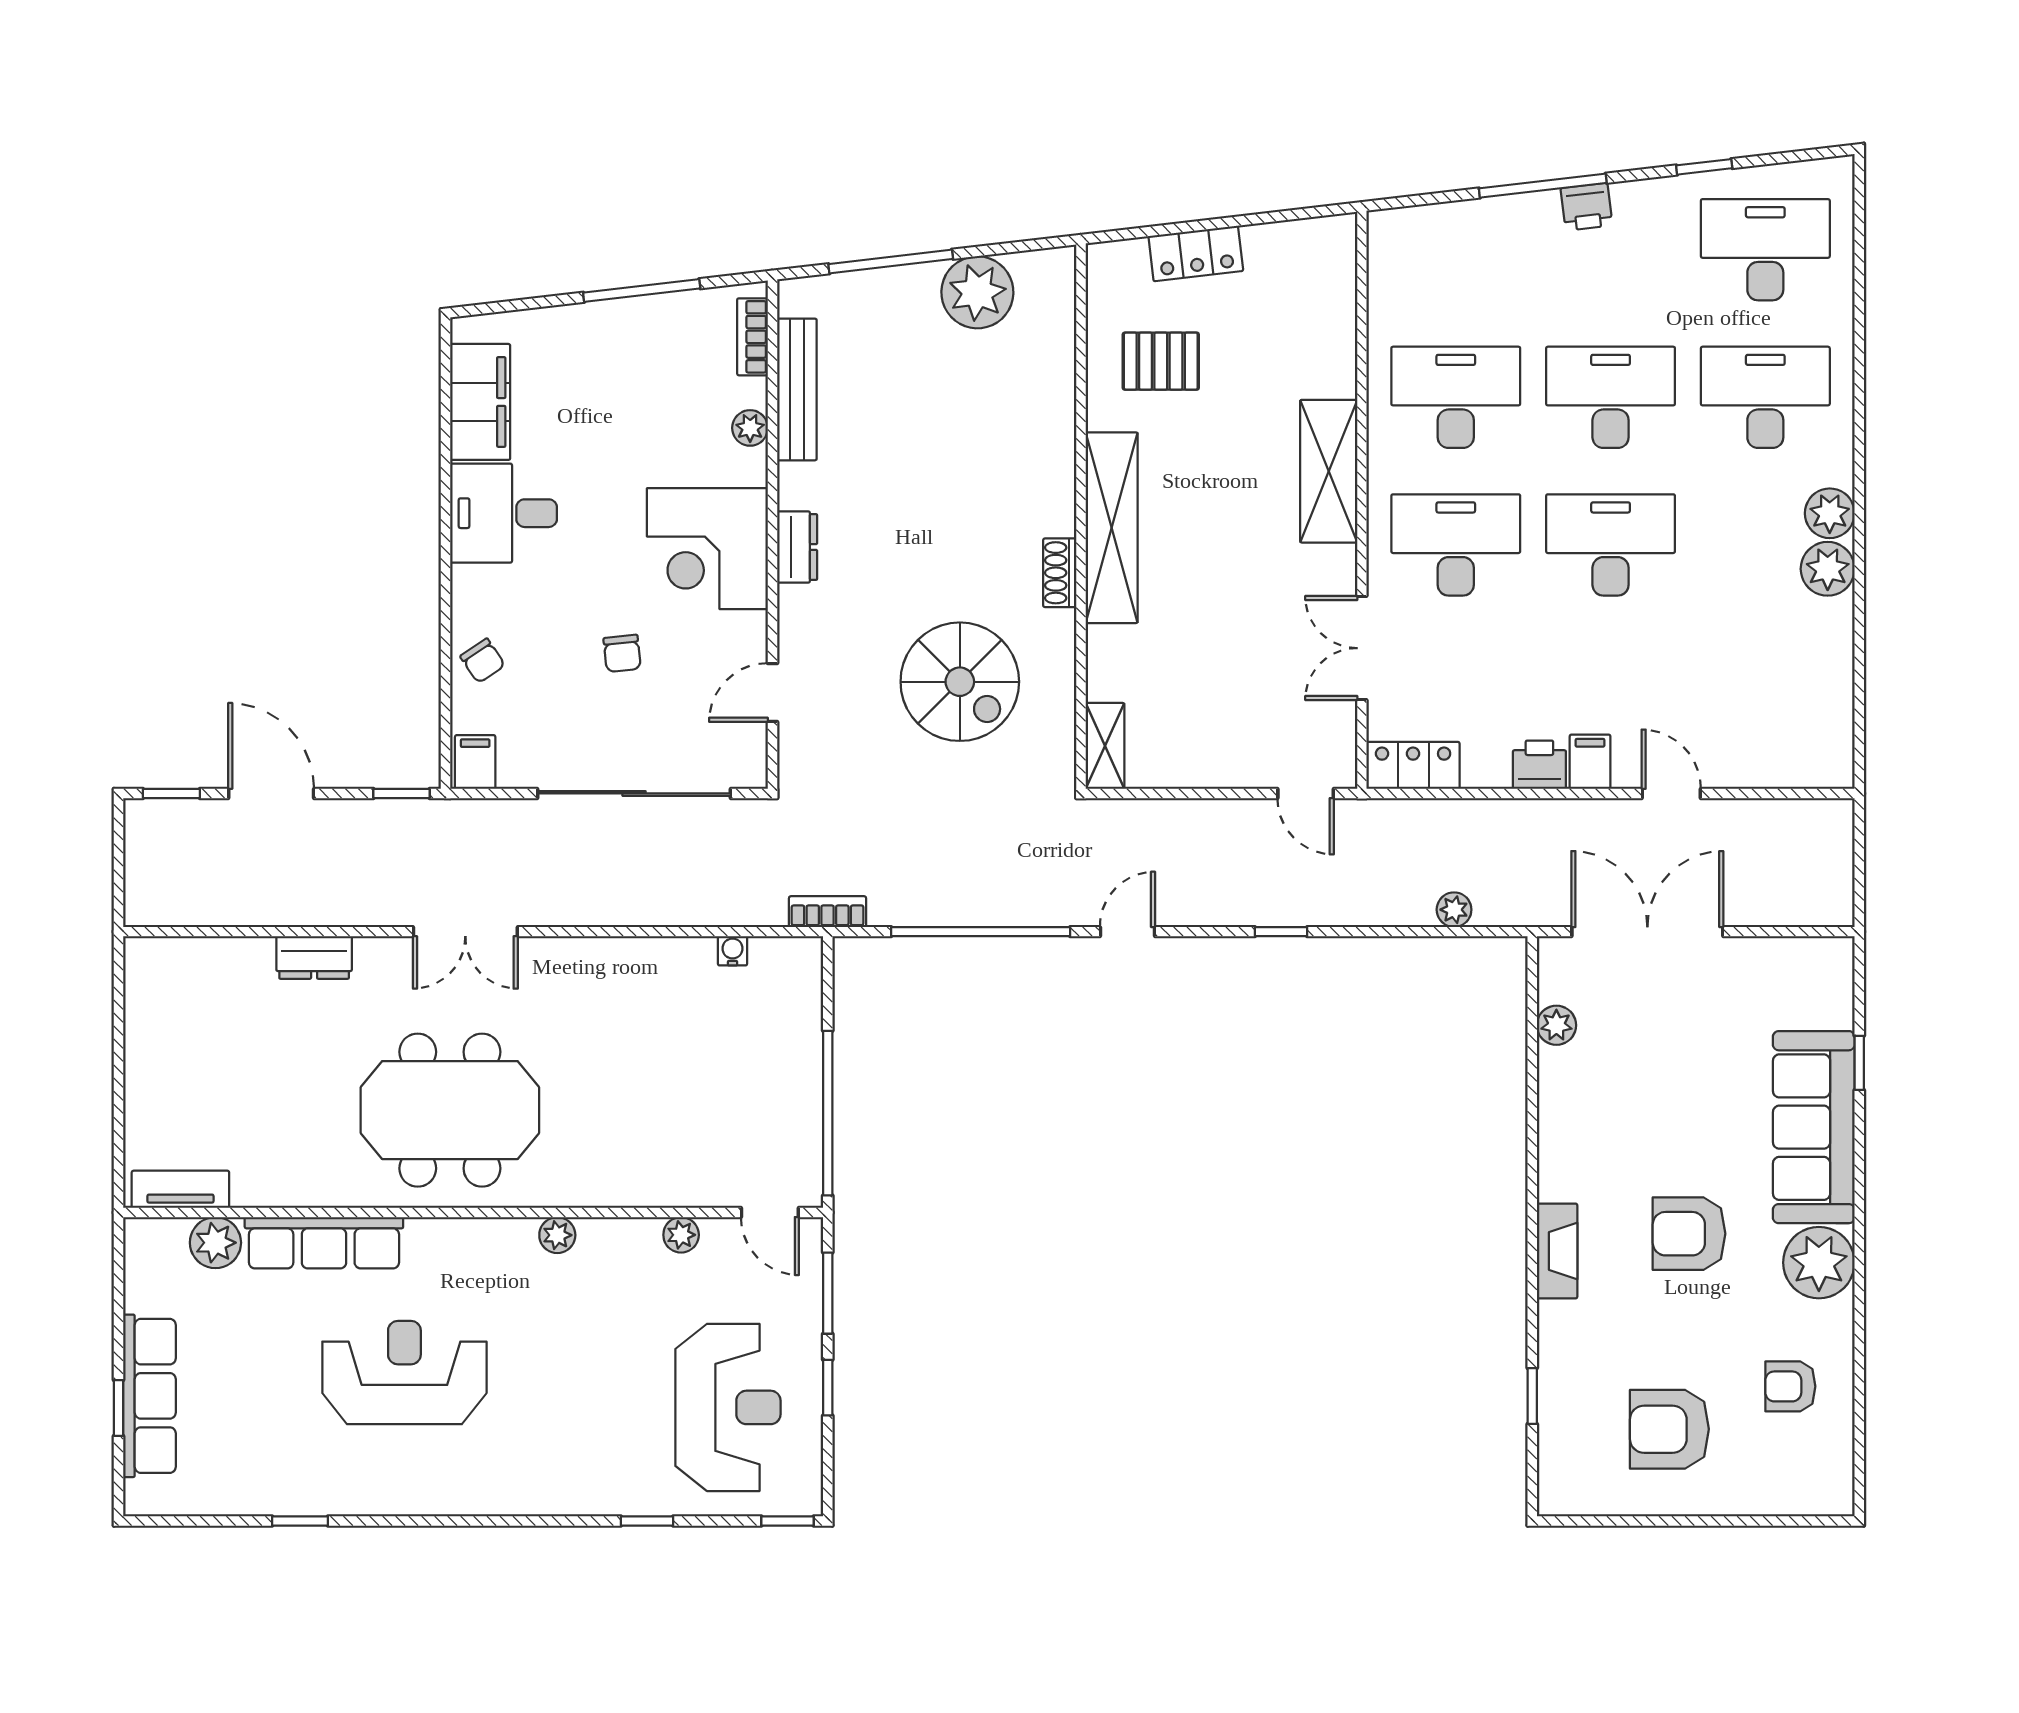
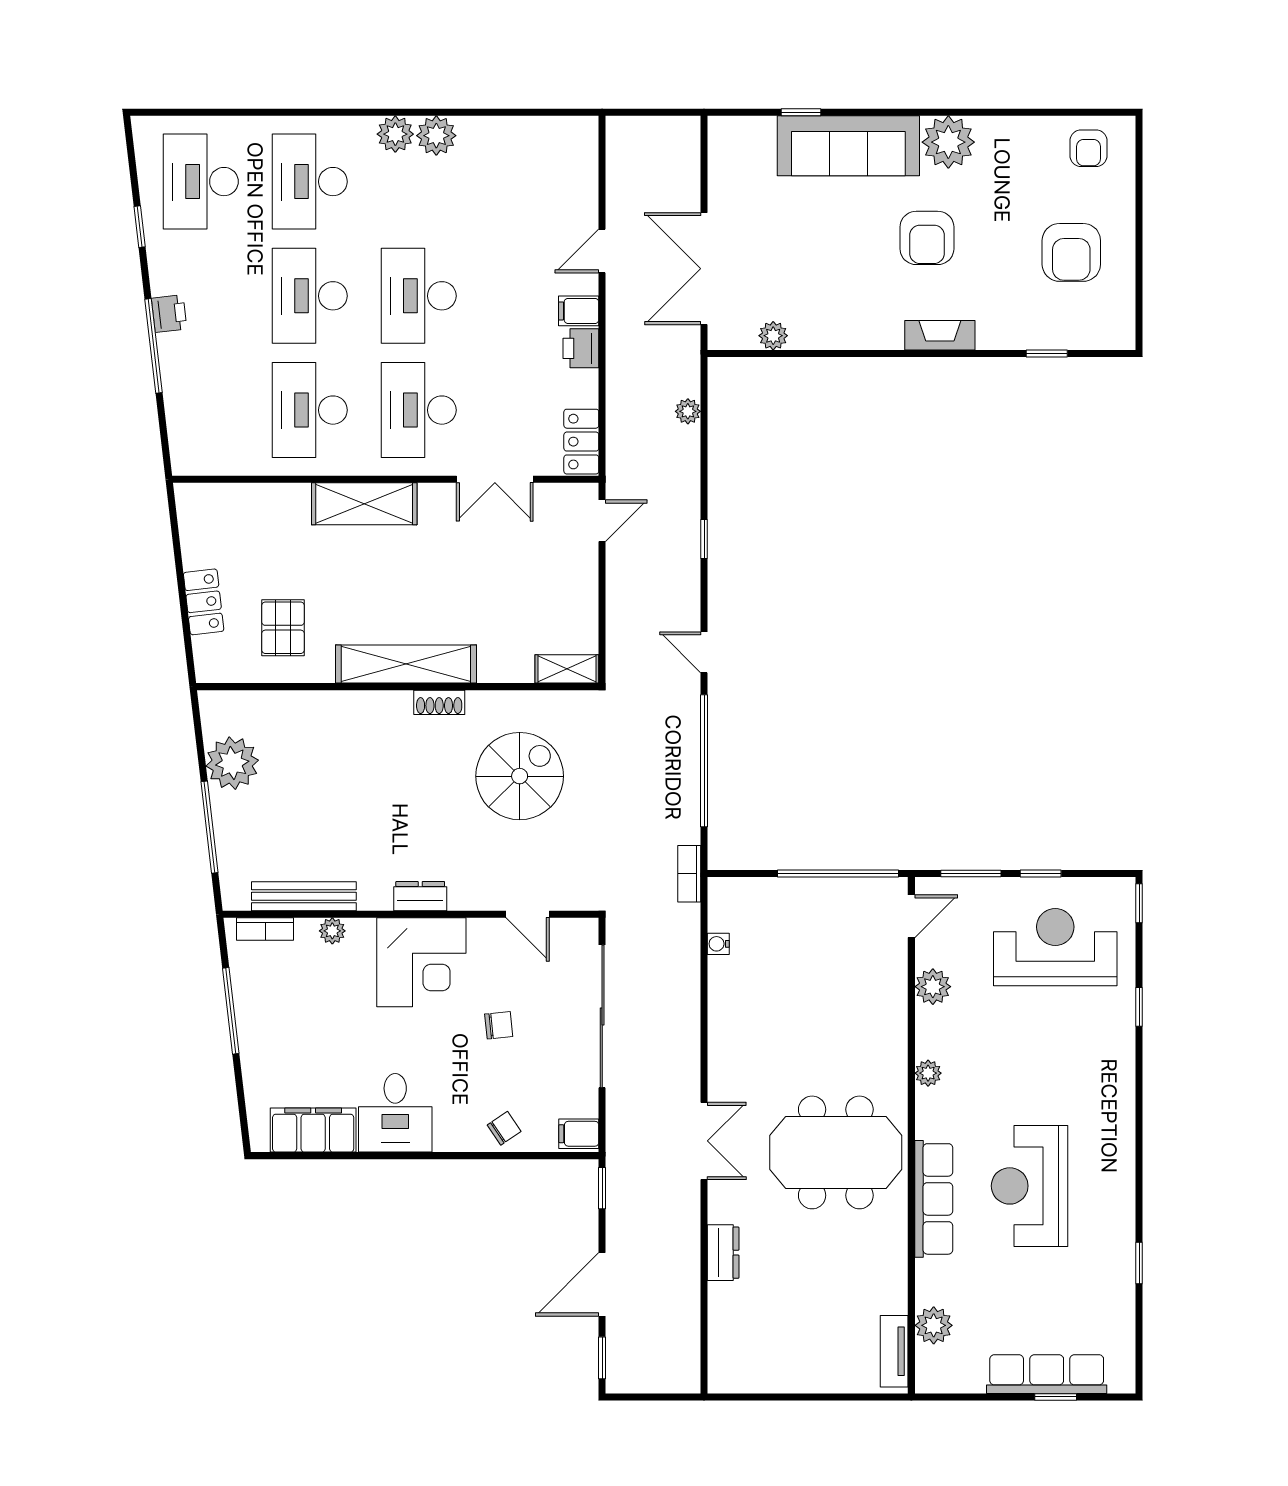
meeting table: (450, 1110) -> (836, 1152), turned 90
plant: (681, 1235) -> (933, 987), width x1.38, depth x1.38
row of seats: (324, 1243) -> (934, 1199), moved
armchair: (1790, 1386) -> (1088, 148), moved

